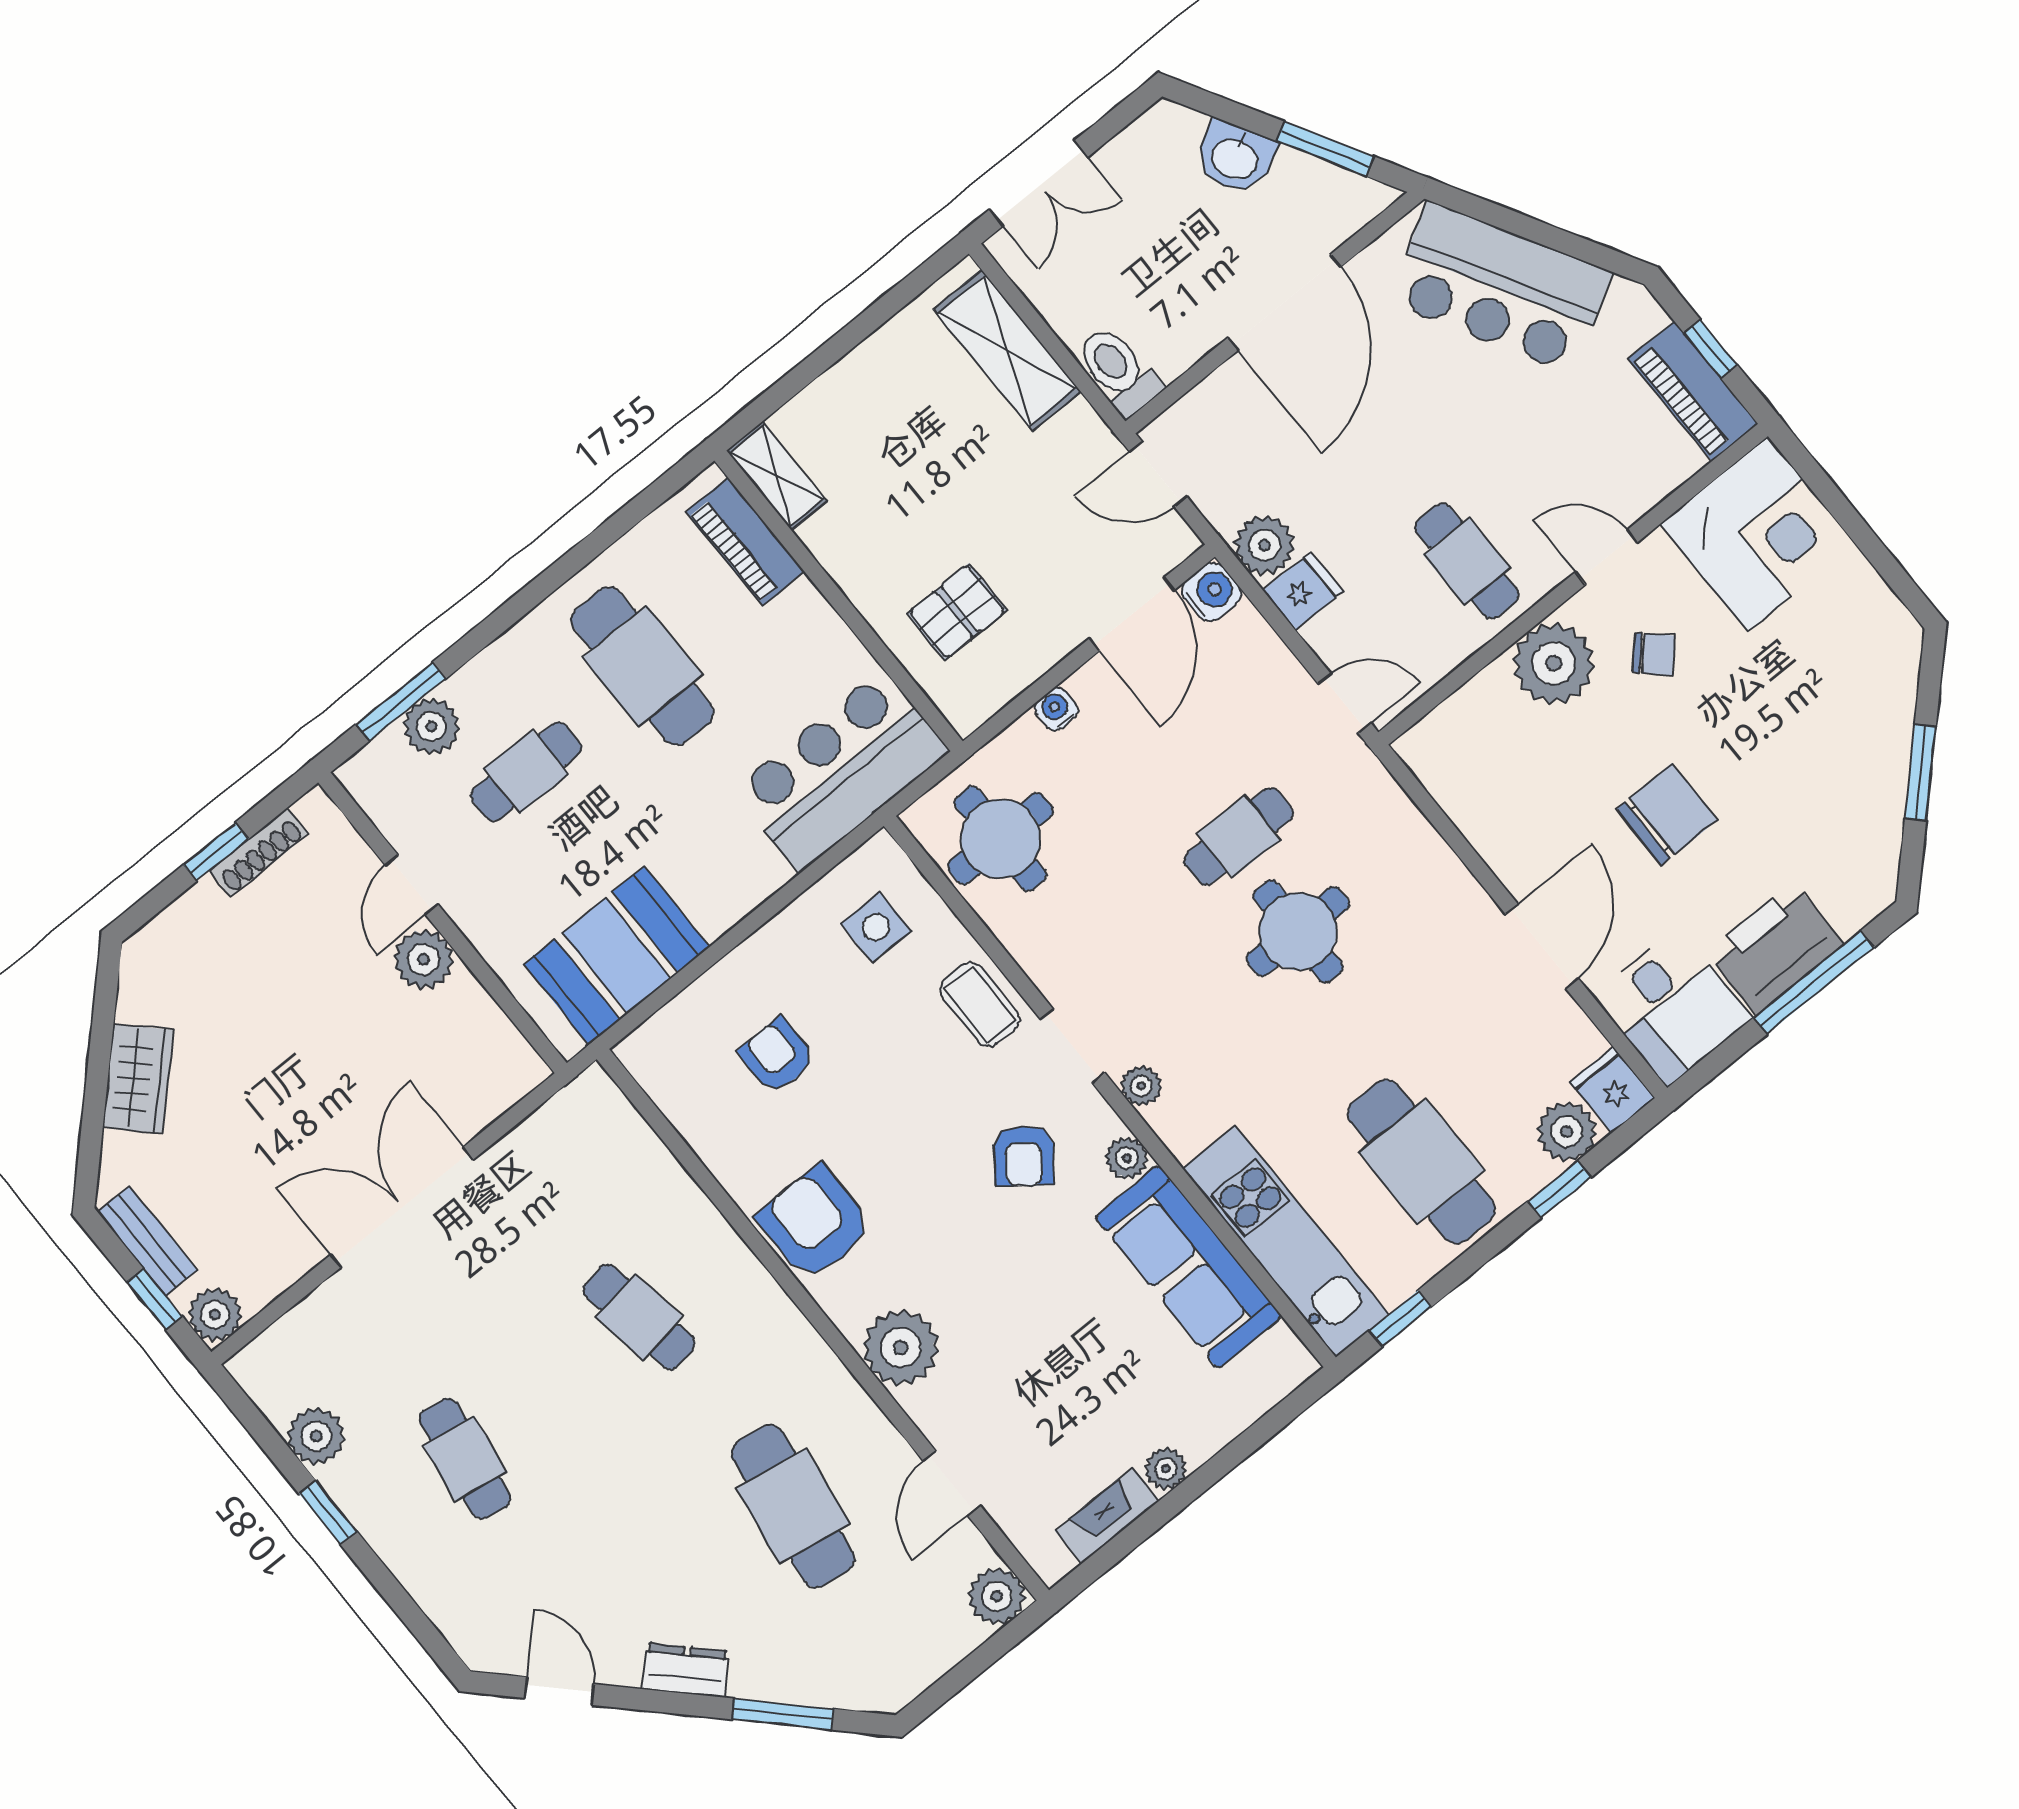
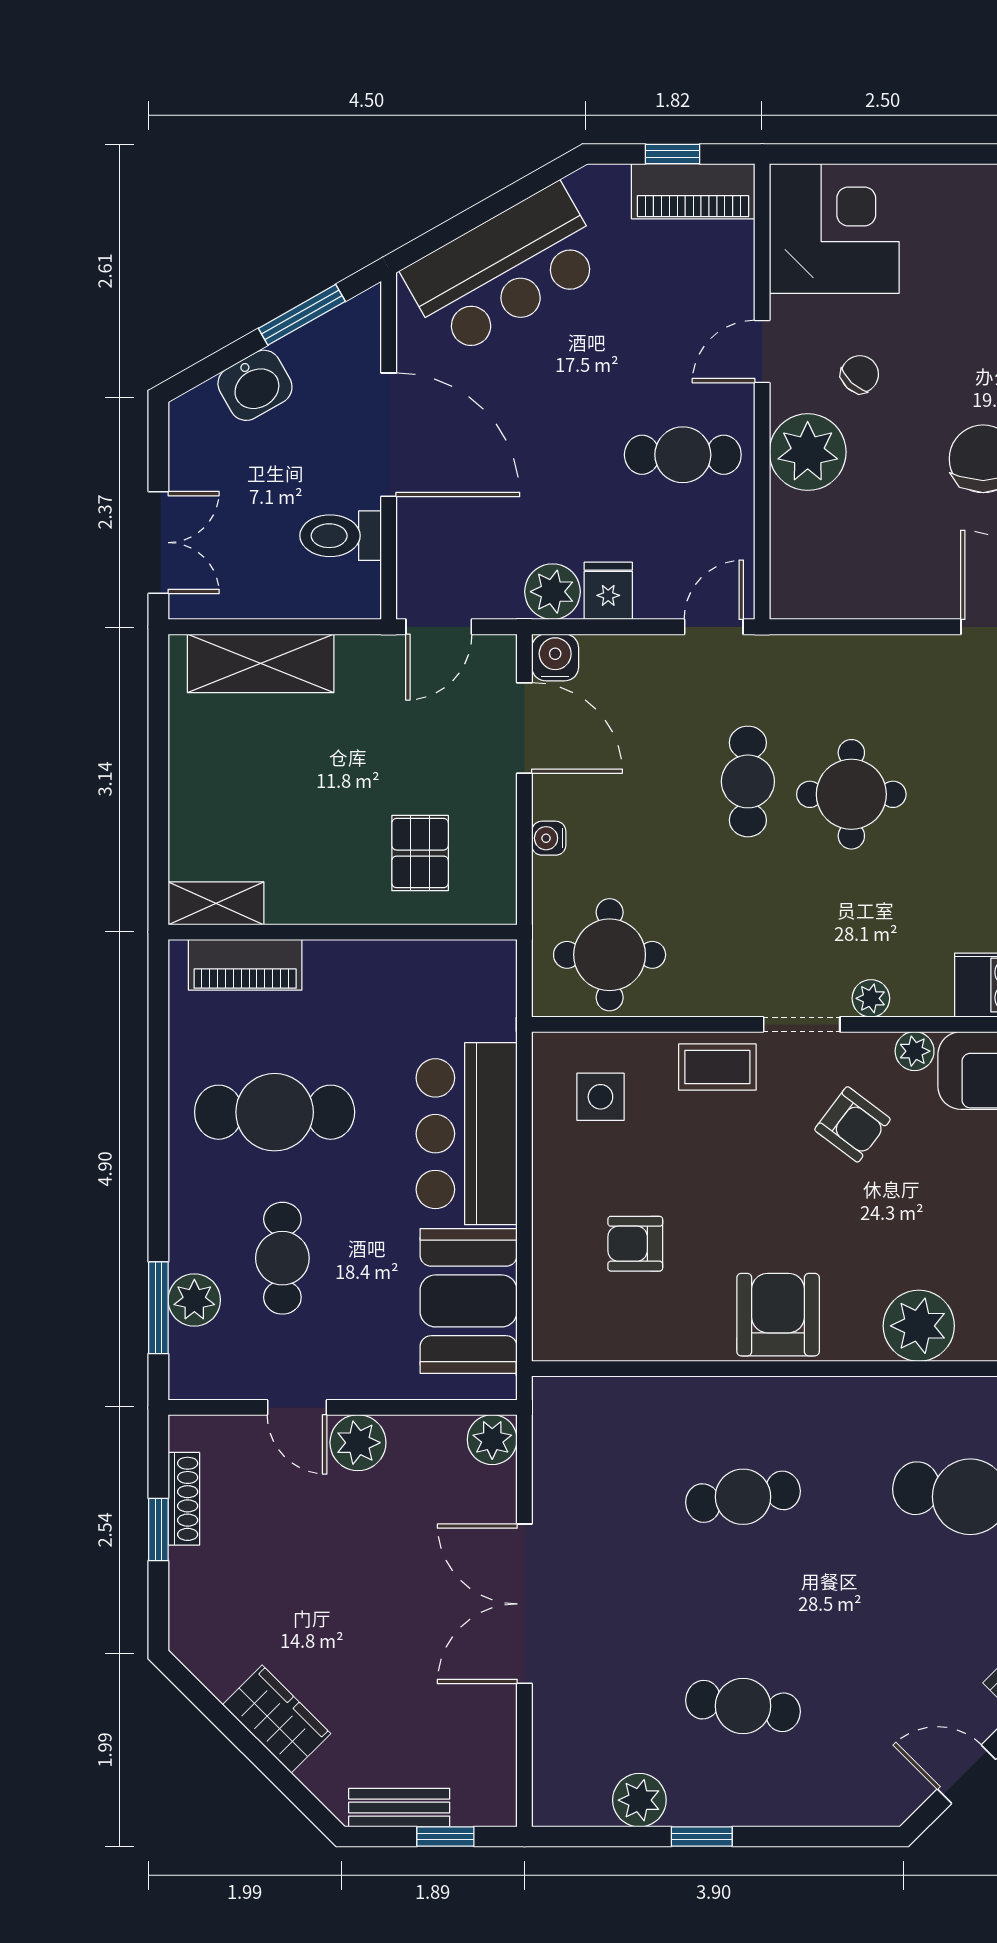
toilet: (1118, 371) -> (341, 536), moved
bar counter: (841, 771) -> (467, 1134), moved
armchair: (815, 1223) -> (778, 1315), turned 90
plant: (215, 1315) -> (492, 1440), moved

